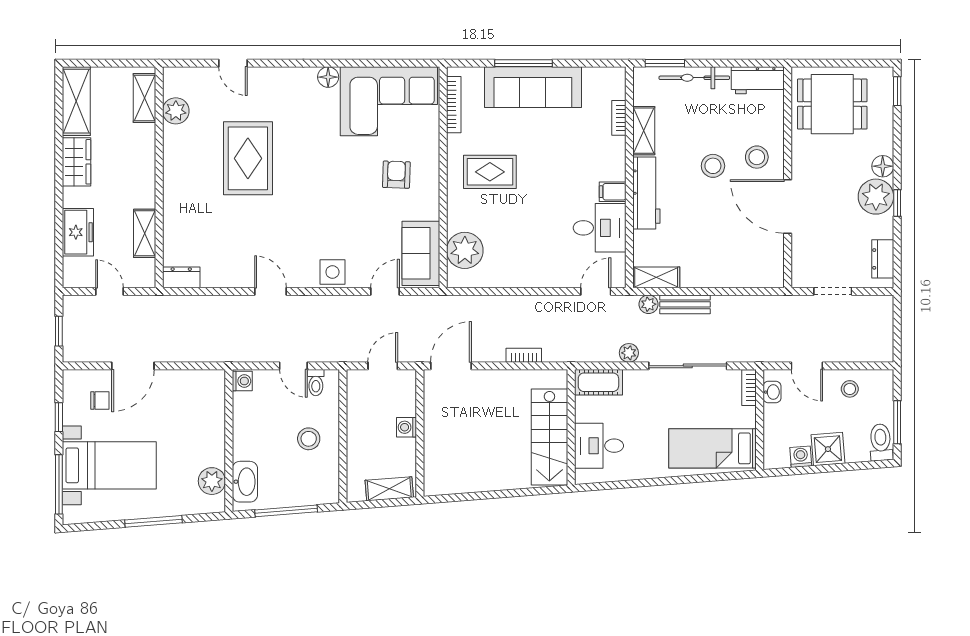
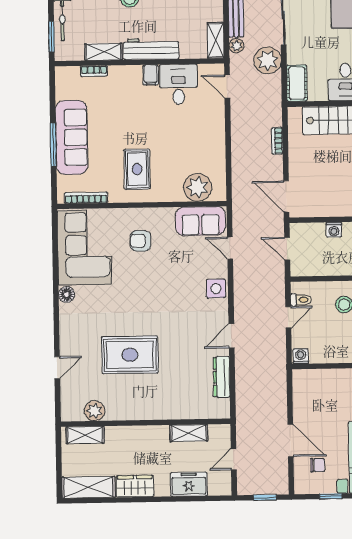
dresser: (181, 277) -> (222, 377), moved, width x1.44
plant: (629, 353) -> (268, 60), width x1.87, depth x1.87
chair: (100, 400) -> (317, 465), turned 90

